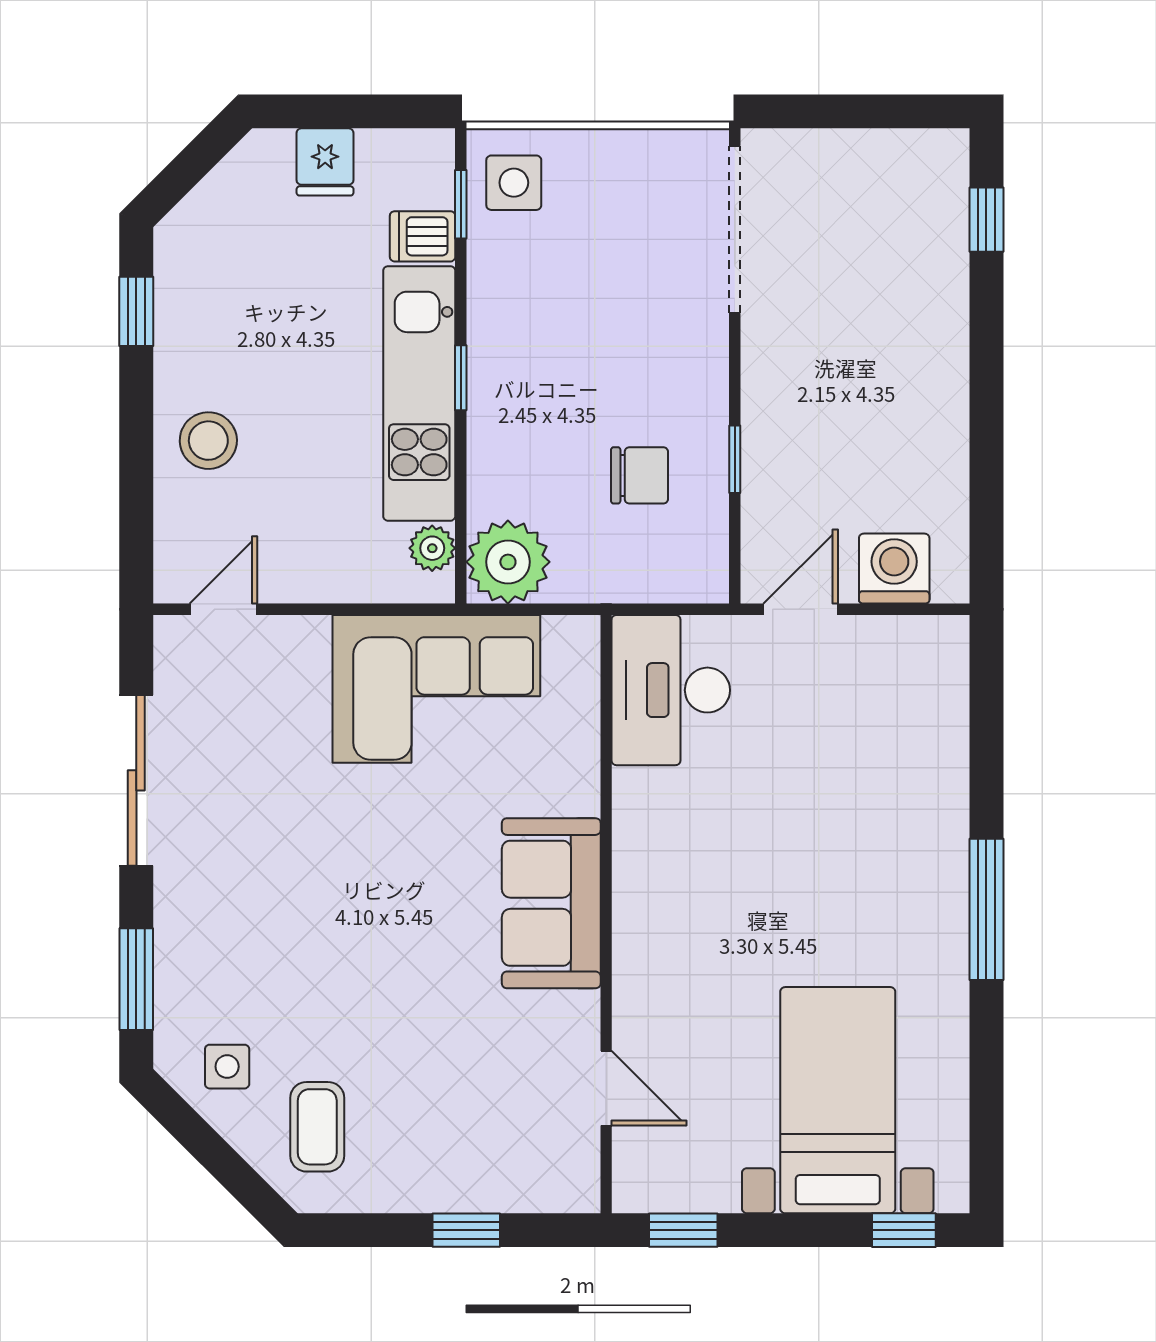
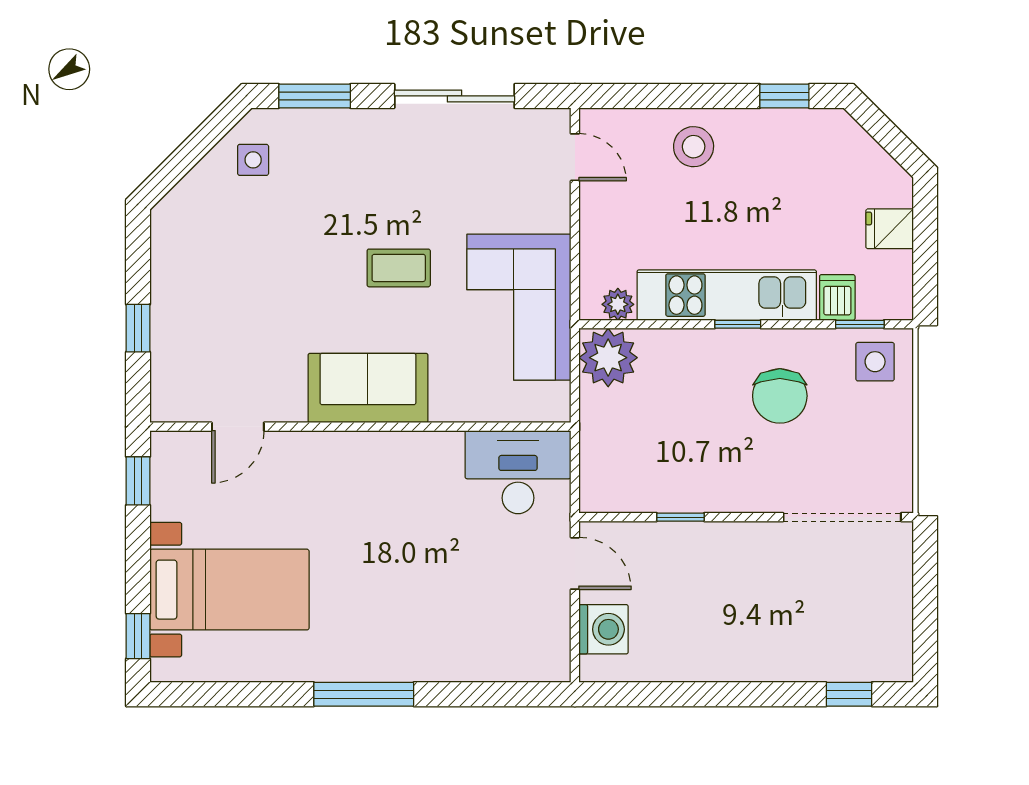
chair: (640, 475) -> (780, 396), moved, width x1.37, depth x1.37
coffee table: (317, 1127) -> (399, 268), moved

